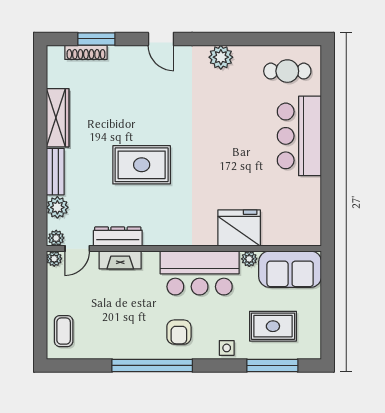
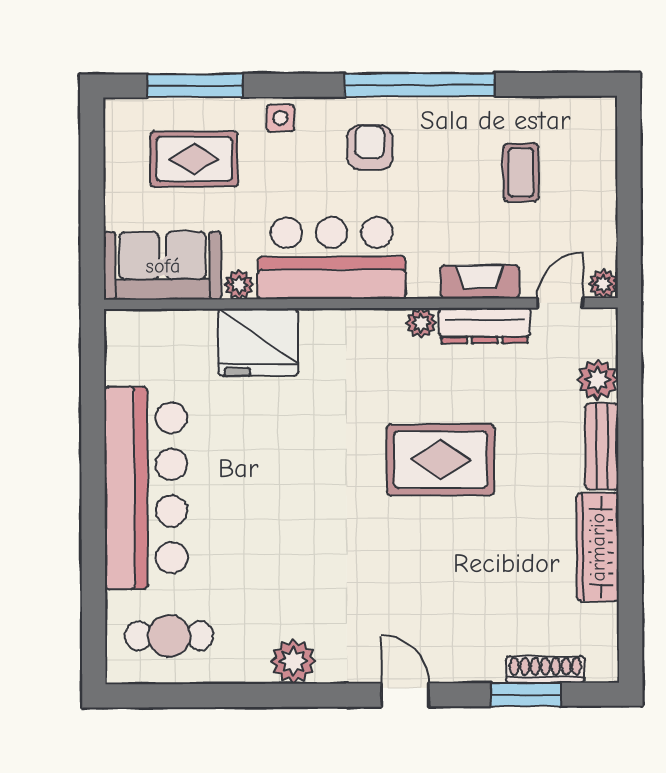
bar counter: (299, 136) -> (146, 488), width x1.36
plant: (56, 238) -> (421, 323), moved
coffee table: (64, 331) -> (521, 172), moved

